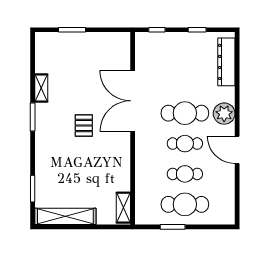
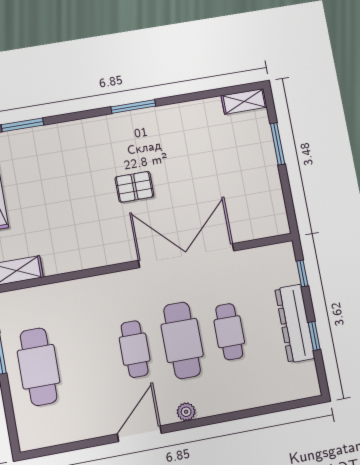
dresser: (226, 62) -> (295, 323), moved, turned -90
shelving: (41, 88) -> (244, 101), moved
plant: (224, 114) -> (186, 412), width x0.53, depth x0.53
cafe table: (185, 174) -> (229, 332), moved

